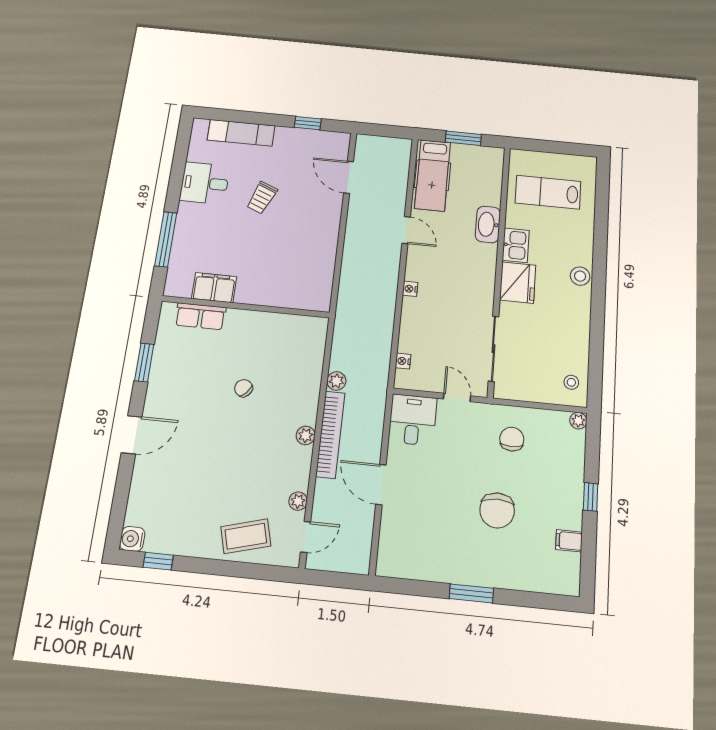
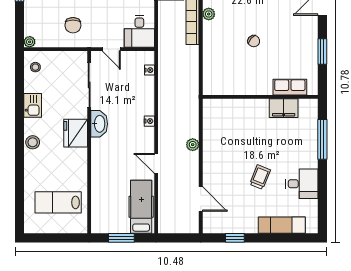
lab bench: (548, 192) -> (58, 202), turned 180
washbasin: (488, 224) -> (99, 124), moved
kitchen sink: (516, 245) -> (33, 105), moved, turned 180
plant: (336, 381) -> (193, 145), moved

